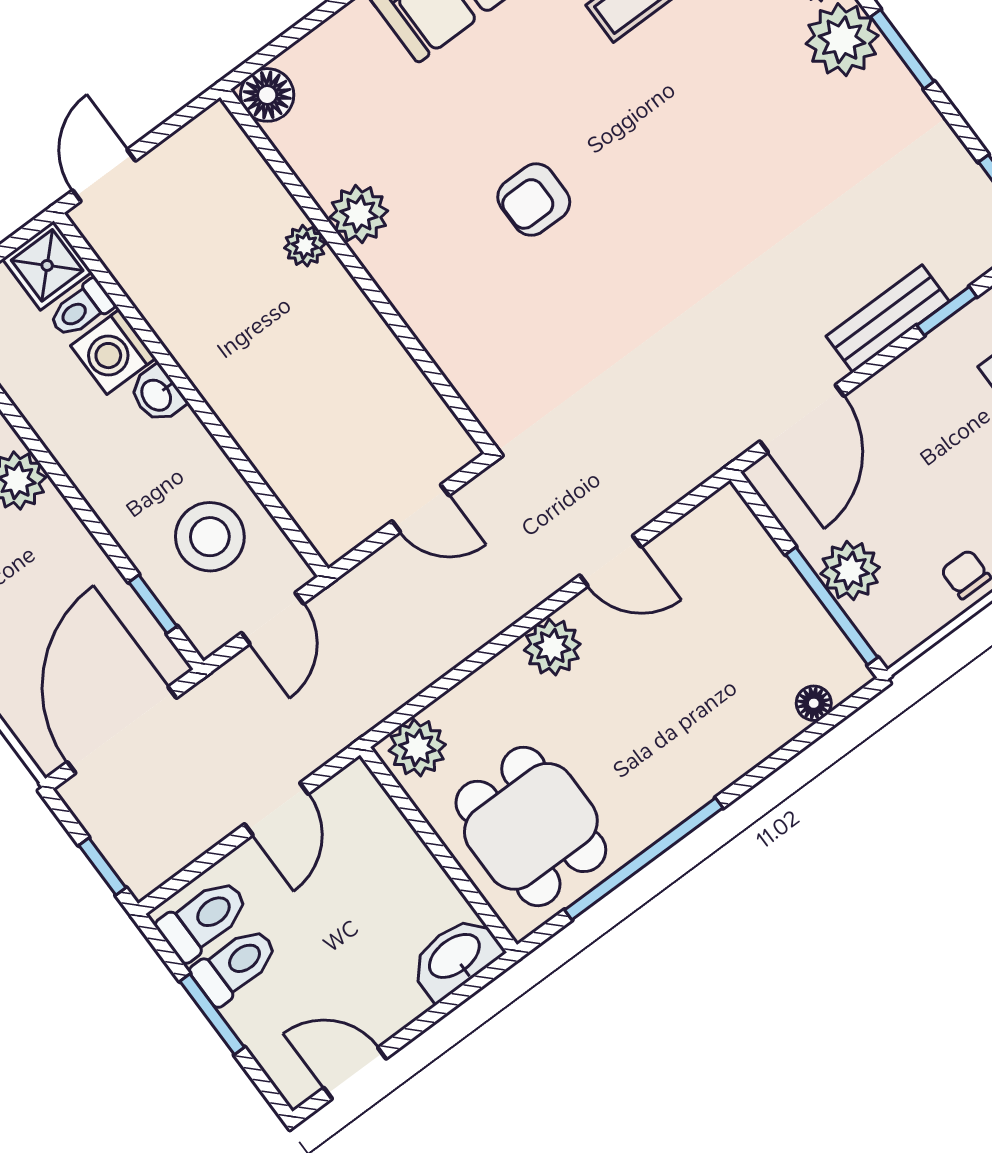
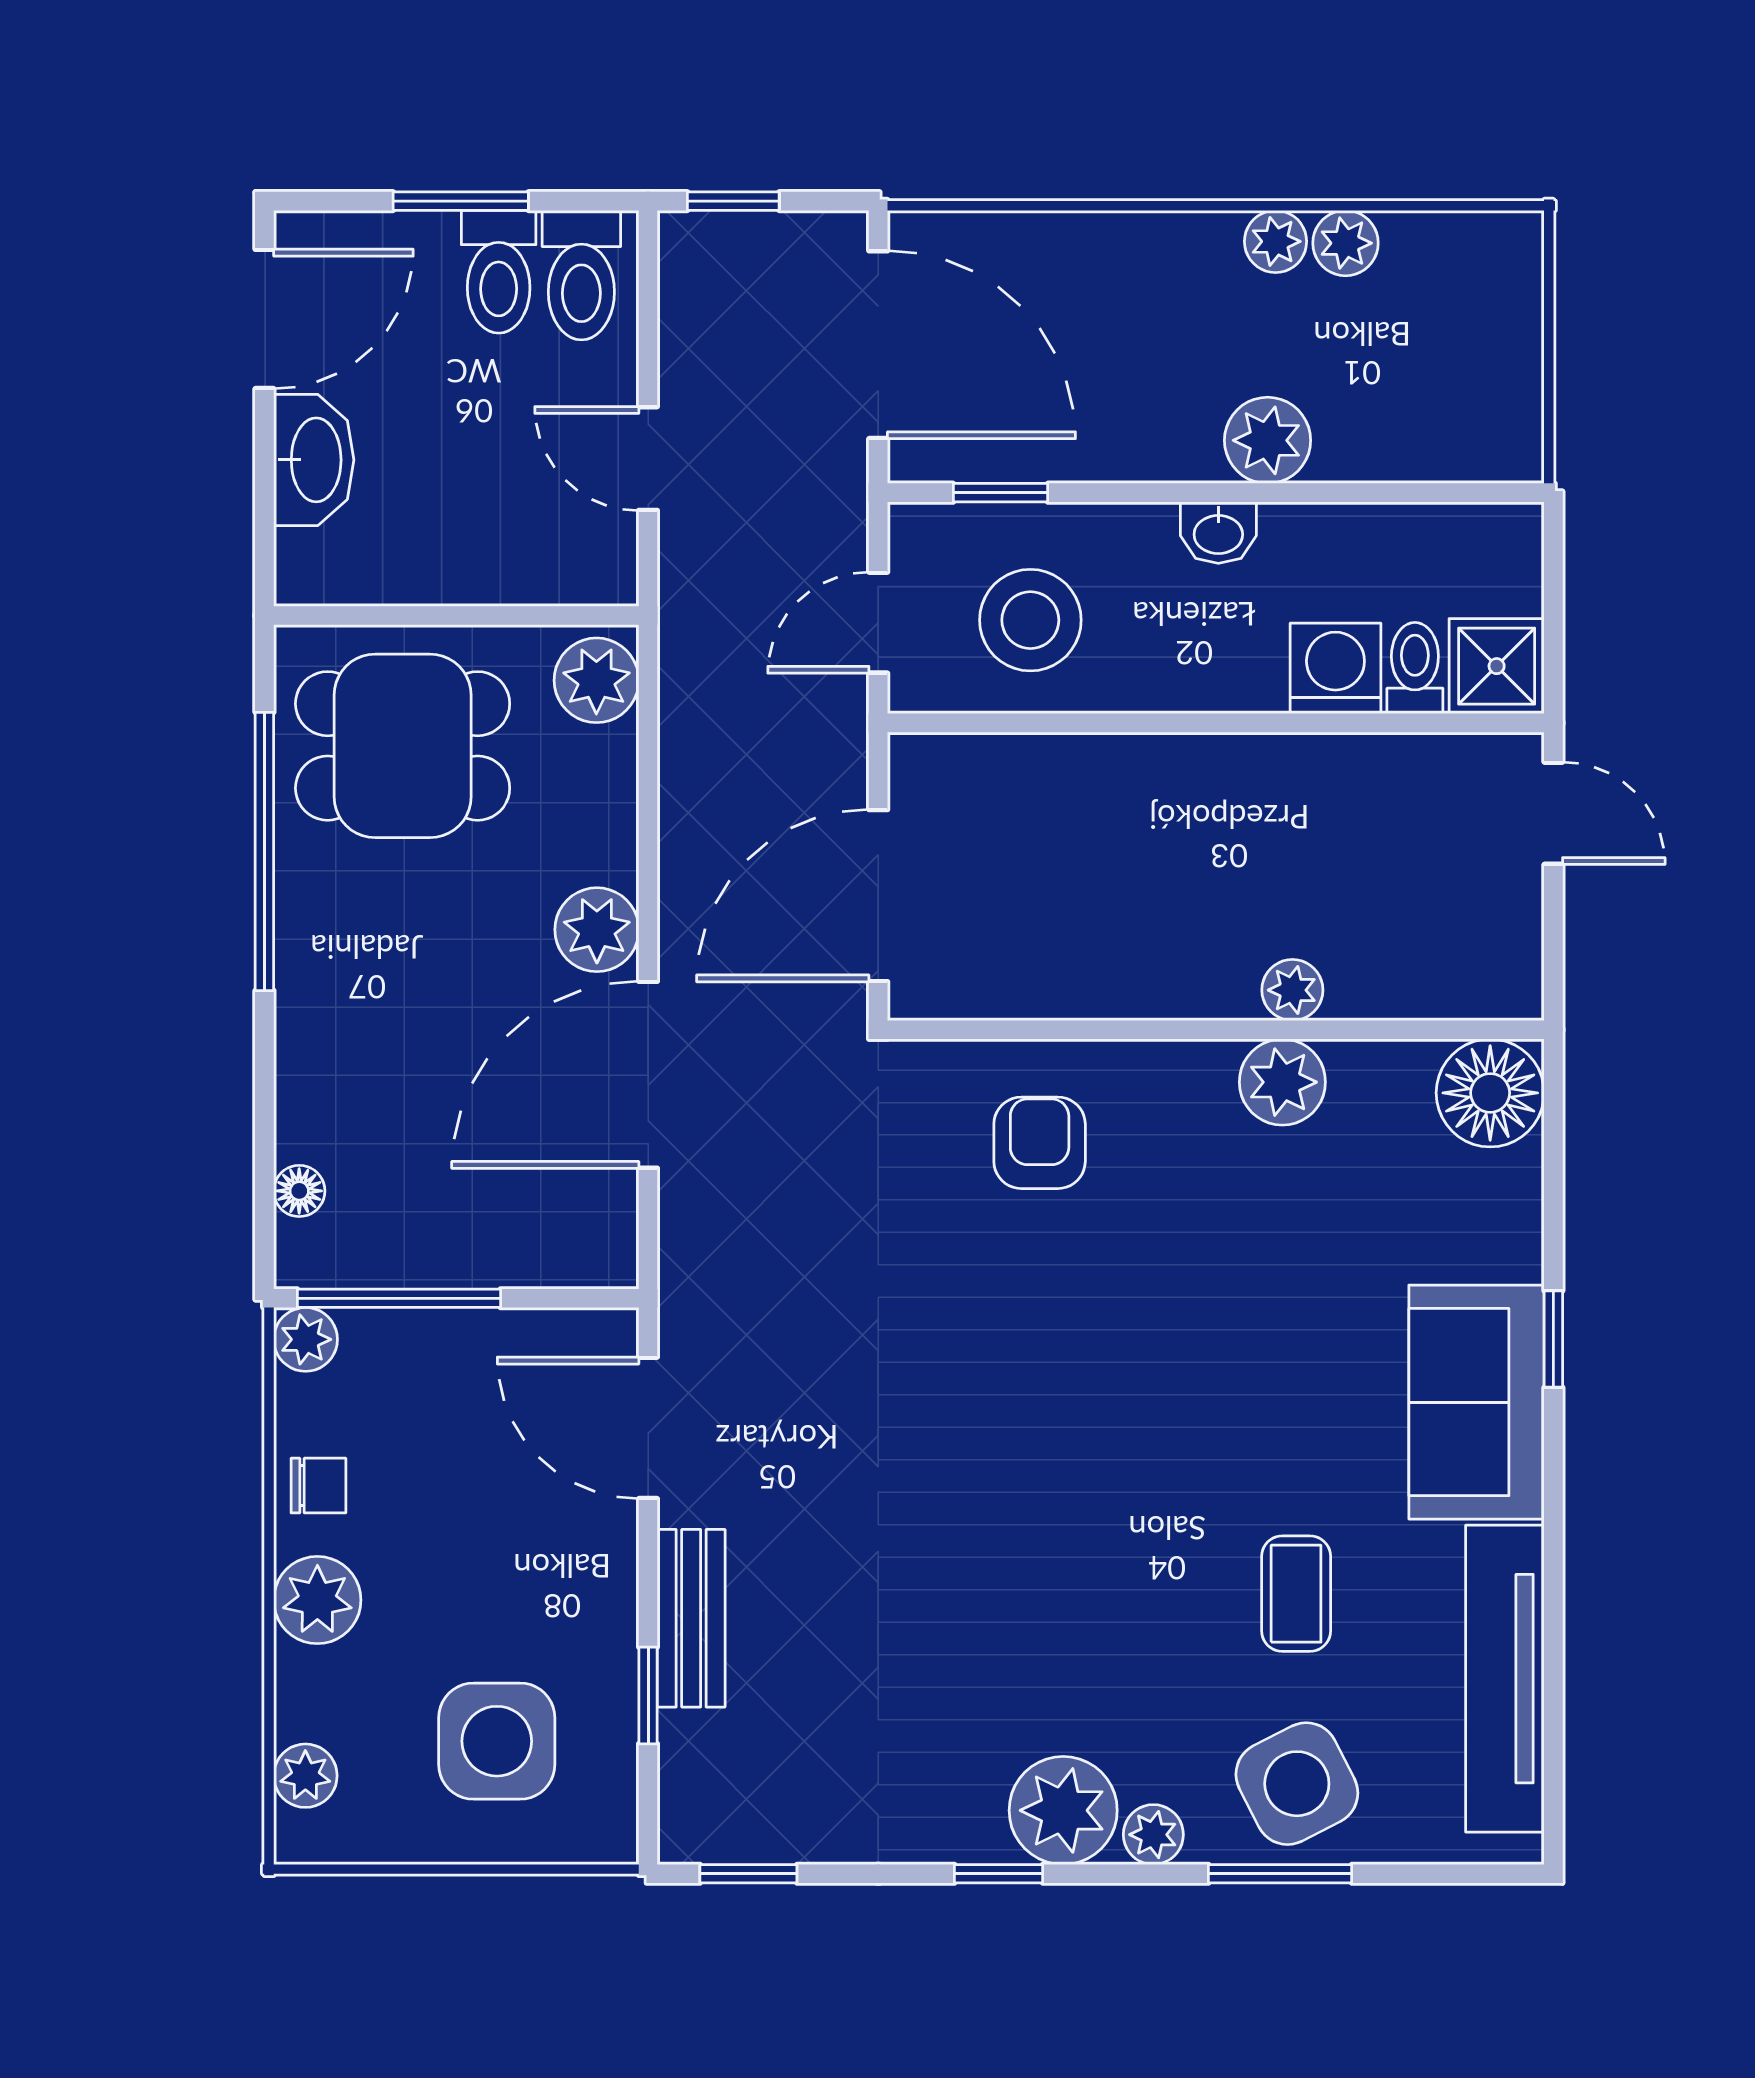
window: (902, 49) -> (999, 1874), width x0.67
floor lamp: (267, 95) -> (1490, 1093), width x1.38, depth x1.38
armchair: (534, 200) -> (1040, 1143), moved
washbasin: (157, 394) -> (1218, 533), moved, turned 180
door: (421, 508) -> (878, 896), width x1.88
door: (610, 561) -> (648, 1075), width x1.87
plant: (850, 571) -> (306, 1339), moved, width x0.73, depth x0.73
door: (273, 618) -> (878, 623), hinge flipped
washbasin: (455, 957) -> (314, 460), moved
door: (355, 1073) -> (264, 319), width x1.38

